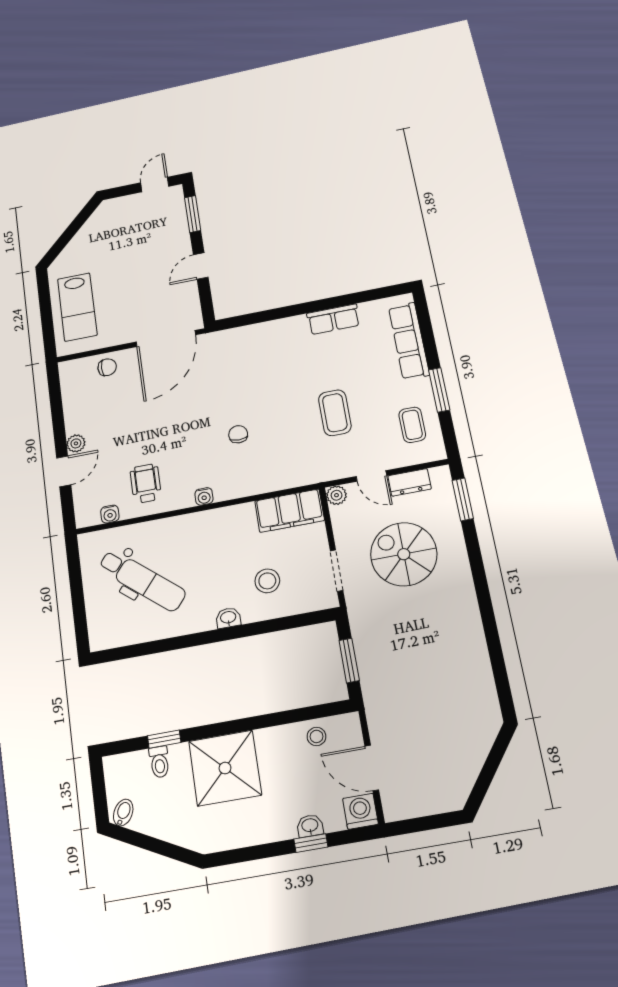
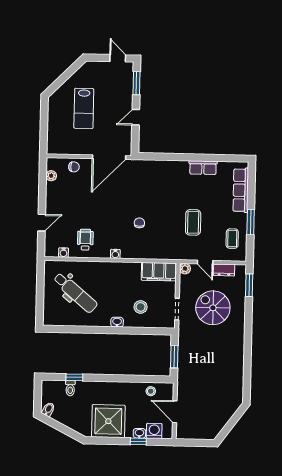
door: (155, 185) -> (118, 58), hinge flipped
lab bench: (77, 307) -> (84, 108), moved
plant: (76, 443) -> (51, 176), moved
shower: (225, 768) -> (108, 421), moved
washing machine: (360, 811) -> (154, 431), moved

